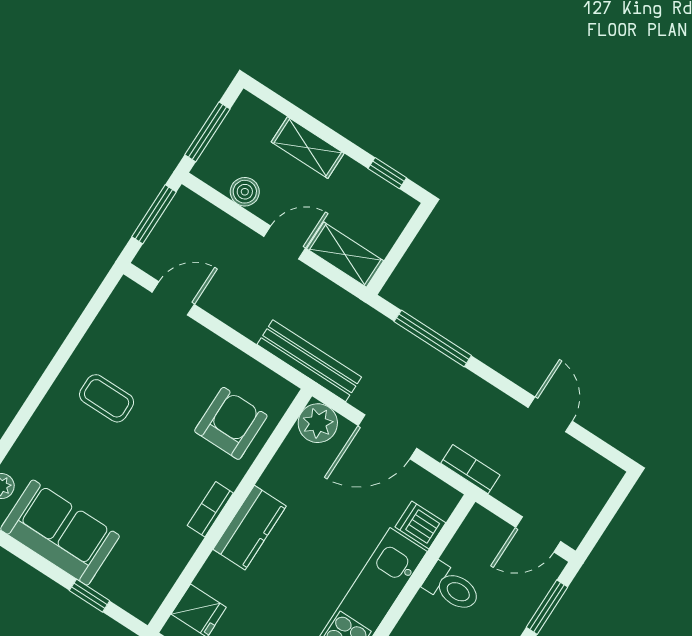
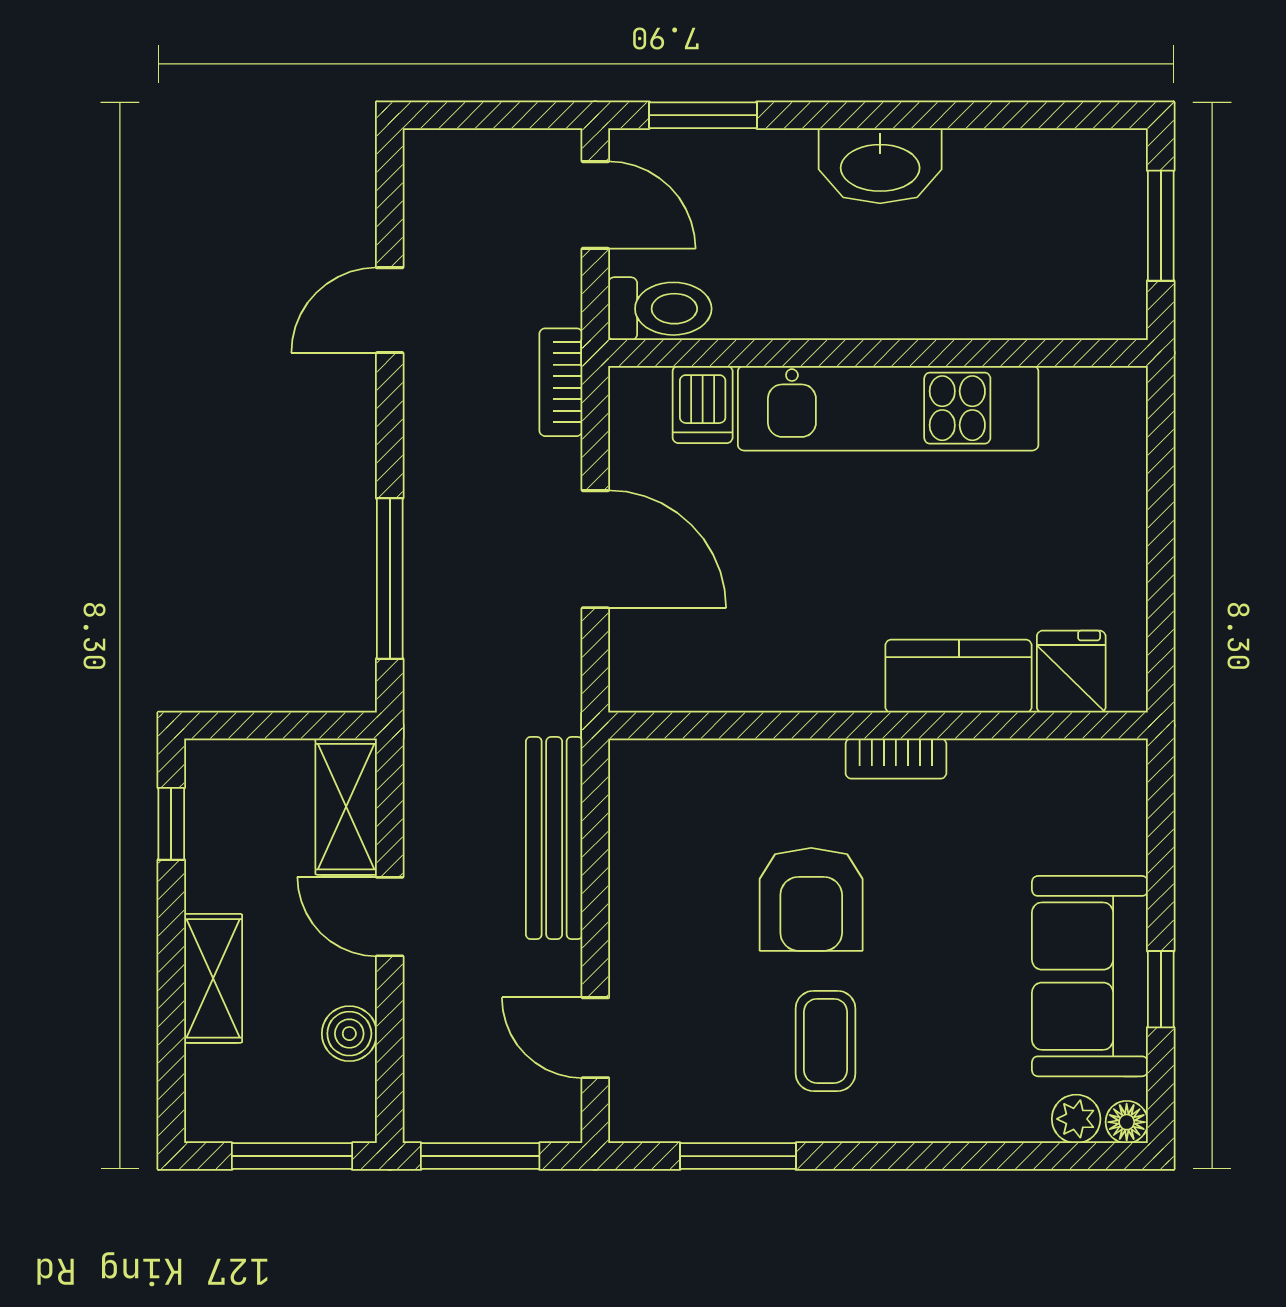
window: (81, 327) -> (738, 1156), added
bench: (309, 361) -> (554, 838), moved
armchair: (231, 423) -> (811, 899), moved, turned -90
plant: (318, 423) -> (646, 675), removed
kitchen counter: (250, 528) -> (959, 676), moved
toilet: (452, 588) -> (660, 309), moved, turned 90
window: (89, 596) -> (1161, 989), moved

